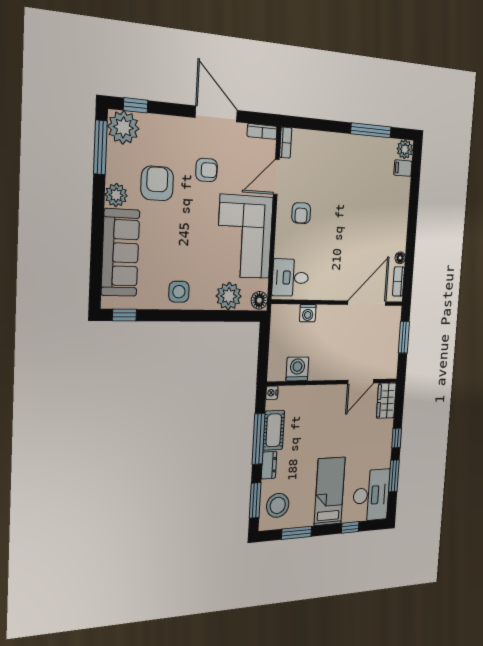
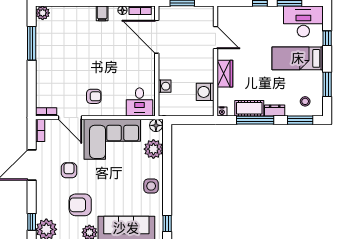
filing cabinet: (403, 168) -> (102, 13), moved
wardrobe: (386, 401) -> (225, 74), moved, turned -90
stool: (278, 505) -> (305, 101), width x0.53, depth x0.53

